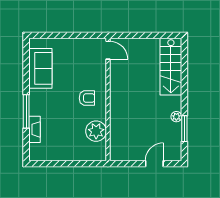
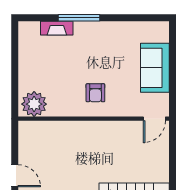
sofa: (40, 68) -> (155, 68), moved, turned 90
plant: (96, 131) -> (34, 104), moved

